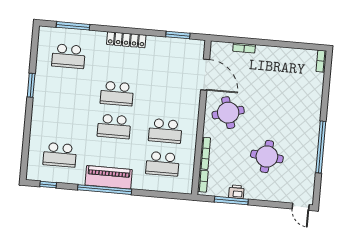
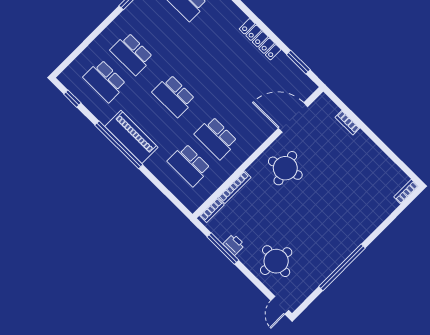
locker: (126, 40) -> (260, 39), moved
door: (205, 75) -> (293, 117), swing flipped
school desk: (117, 94) -> (132, 54), moved
round table: (267, 157) -> (276, 261), moved

